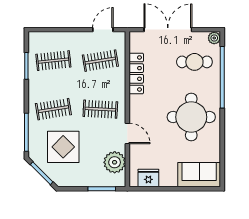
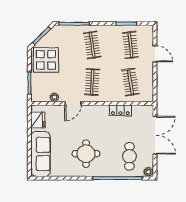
door: (103, 30) -> (155, 54), moved
locker: (136, 73) -> (120, 110), width x0.66
round table: (191, 117) -> (86, 154), width x0.73, depth x0.73
display table: (63, 147) -> (46, 60), moved
plant: (115, 162) -> (54, 97), width x0.53, depth x0.53
sofa: (199, 175) -> (41, 154), width x1.36

